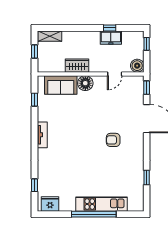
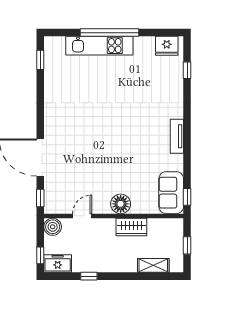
shelving: (50, 36) -> (153, 265), moved
freezer: (111, 38) -> (58, 264), moved
sofa: (61, 85) -> (171, 193), moved, turned -90
window: (35, 100) -> (187, 197), moved
armchair: (113, 140) -> (84, 130), removed
window: (147, 177) -> (40, 60), moved

